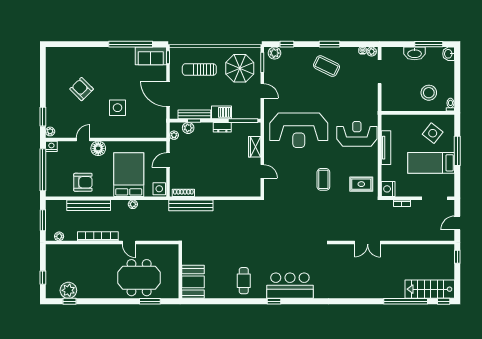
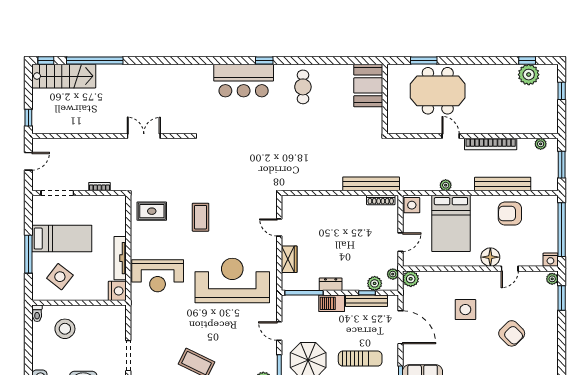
plant: (160, 132) -> (411, 279), added
nightstand: (388, 189) -> (117, 291), moved

